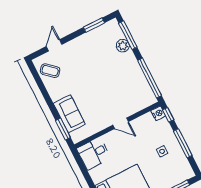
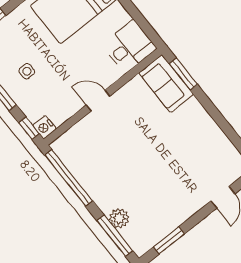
coffee table: (50, 71) -> (221, 158), removed
sofa: (69, 114) -> (166, 84), moved

